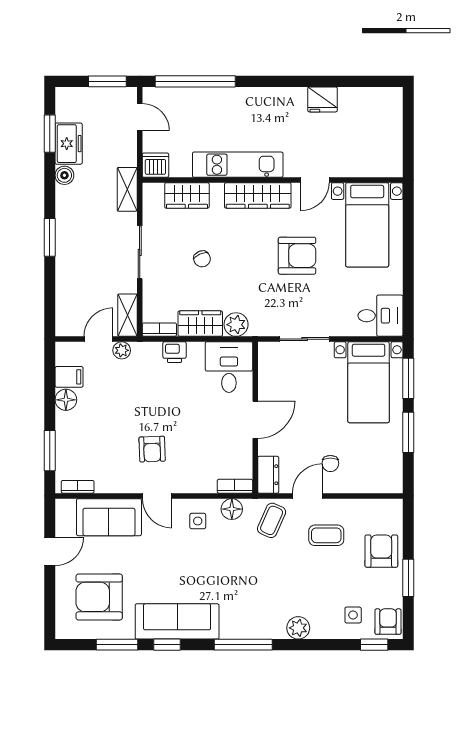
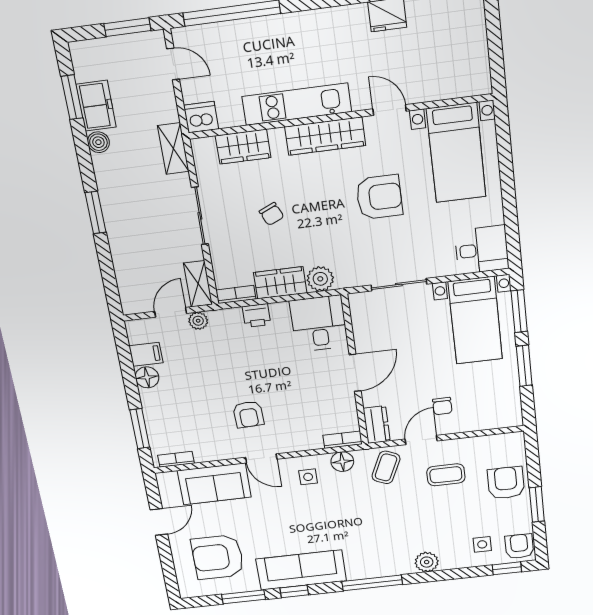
door: (315, 180) -> (390, 110), swing flipped

